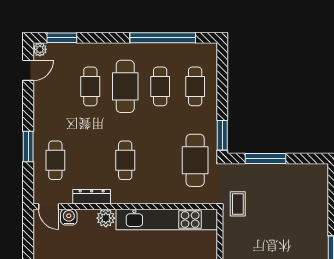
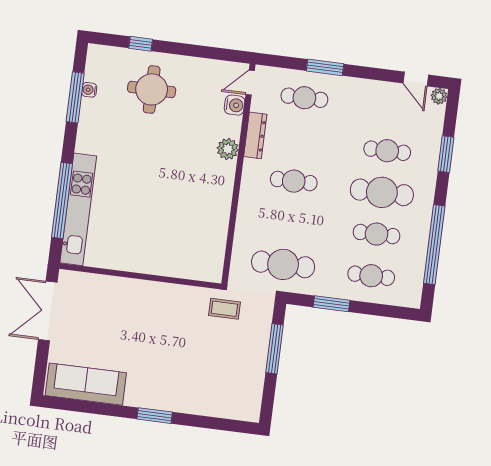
window: (62, 38) -> (446, 154), moved
window: (222, 135) -> (332, 304), moved
kitchen unit: (167, 220) -> (217, 222), removed

